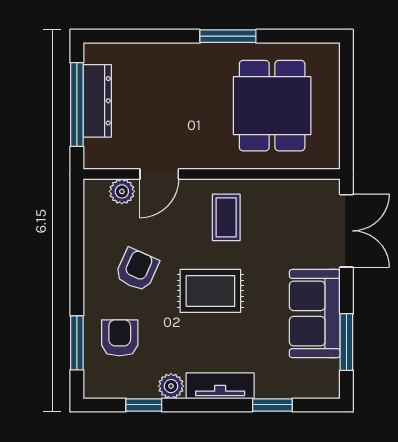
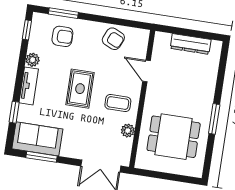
window: (77, 104) -> (190, 33), removed
plant: (122, 191) -> (128, 131), moved
armchair: (137, 270) -> (113, 39), moved
sofa: (315, 314) -> (37, 139), moved
window: (144, 405) -> (27, 30), moved

